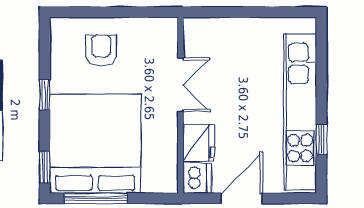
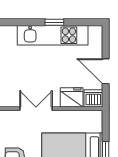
kitchen unit: (300, 112) -> (53, 35), width x0.73
window: (321, 139) -> (54, 22), moved

